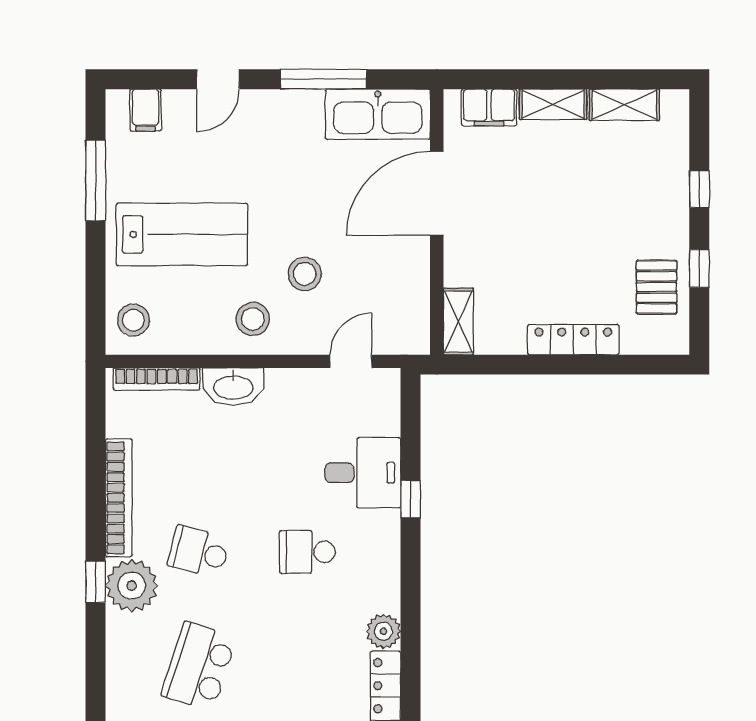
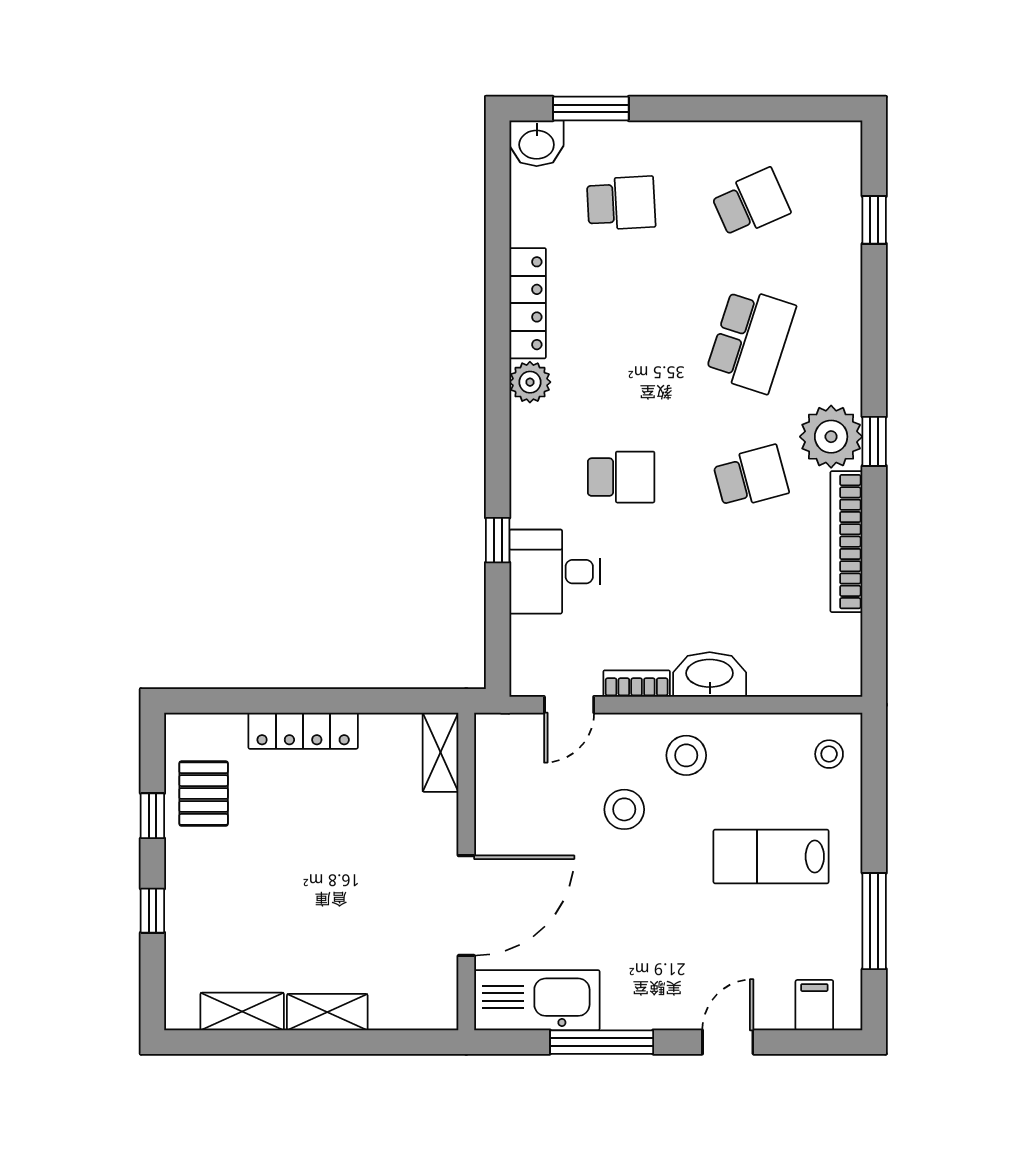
filing cabinet: (489, 107) -> (404, 1008), removed
lab bench: (182, 234) -> (771, 857), width x0.73, depth x0.72
stool: (133, 320) -> (829, 754), width x0.73, depth x0.73
bookcase: (157, 379) -> (637, 684), moved, width x0.64
school desk: (199, 552) -> (751, 477), turned -30

